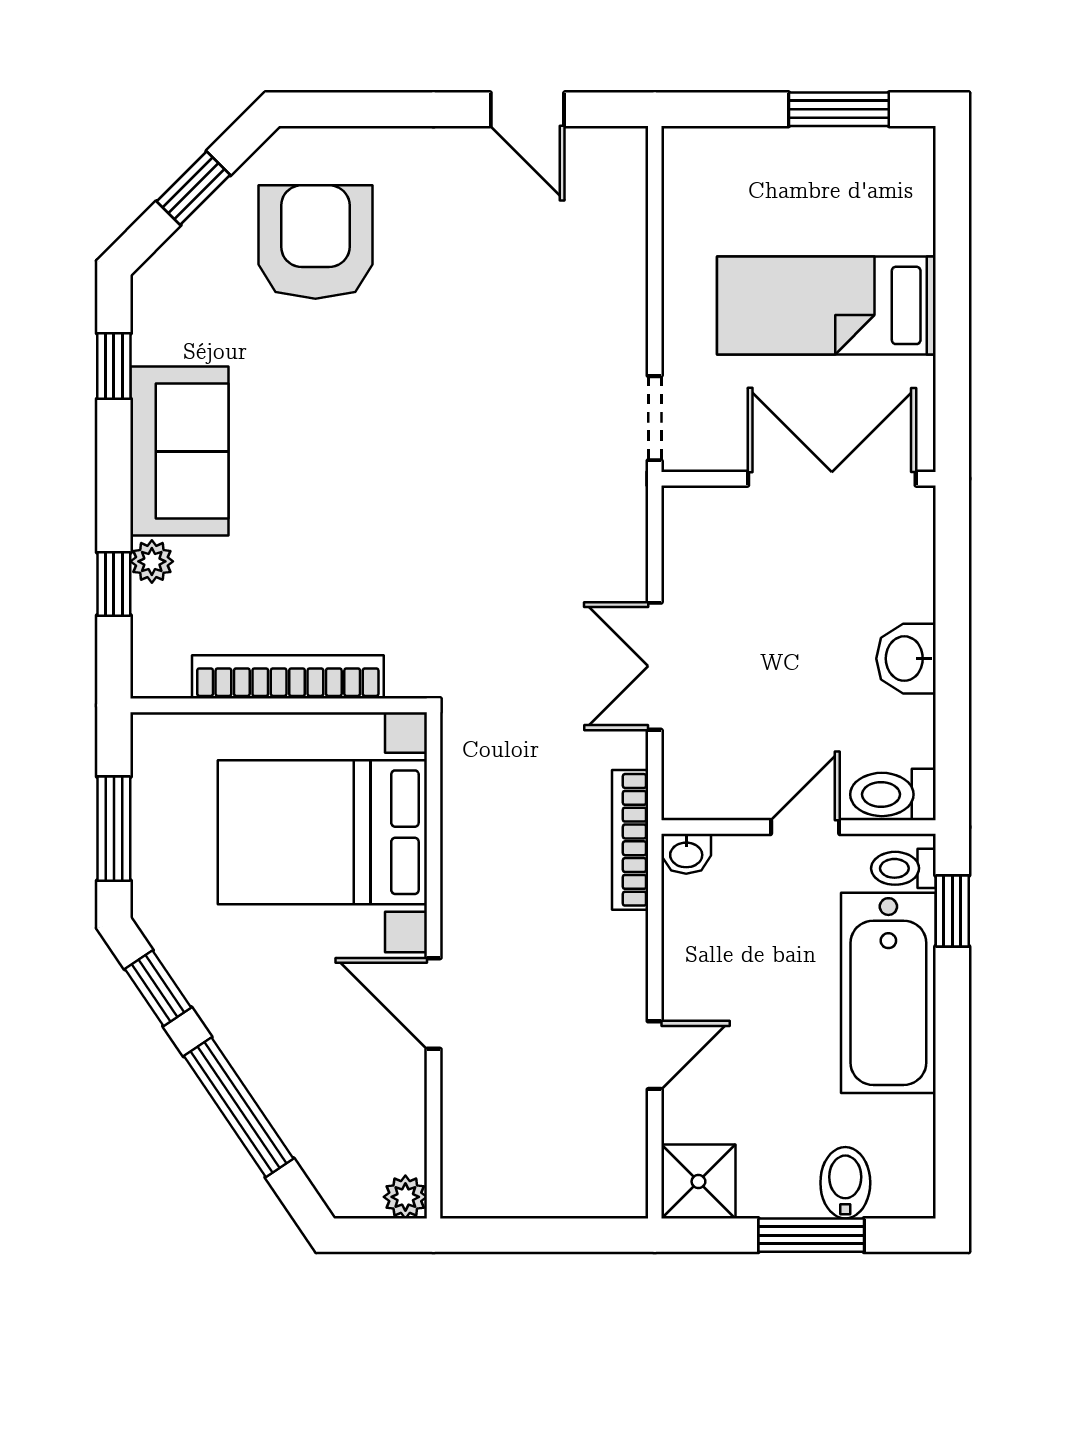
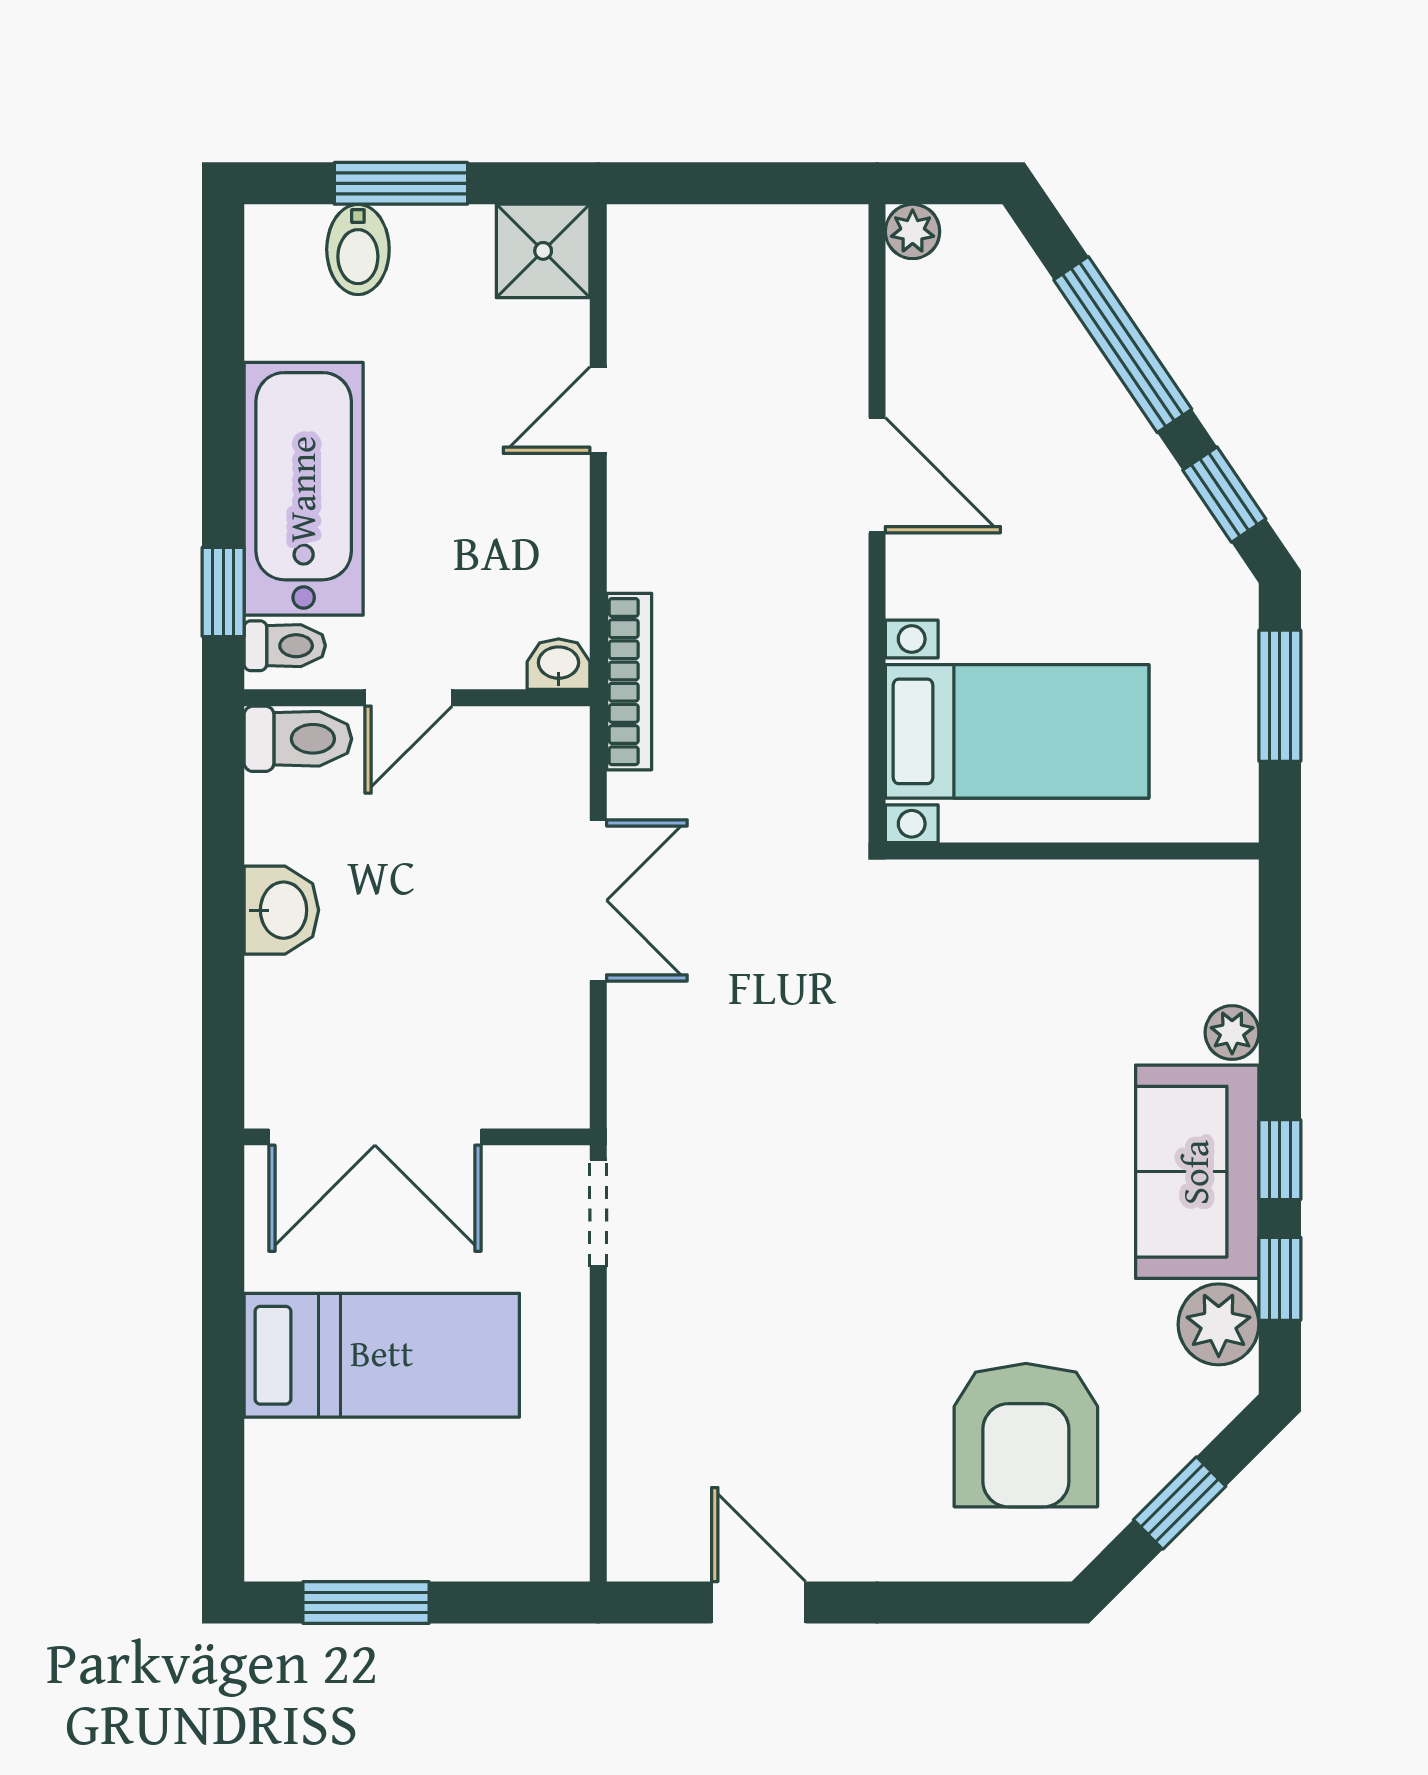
plant: (163, 330) -> (1219, 1324), added
window: (114, 584) -> (1280, 1160), moved
bookcase: (288, 677) -> (1061, 887), removed
bed with nightstands: (322, 832) -> (1017, 731), width x0.73

